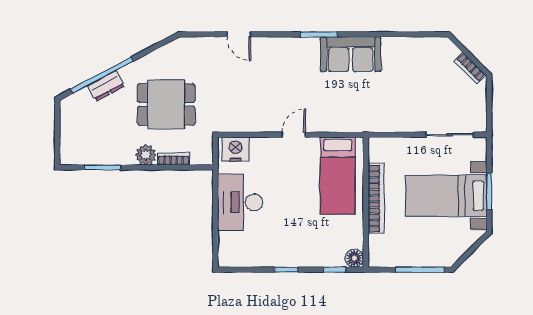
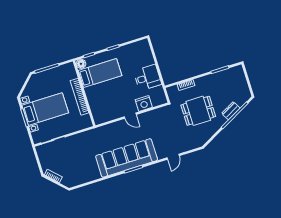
door: (239, 34) -> (173, 157), swing flipped
sofa: (351, 54) -> (127, 158), width x1.85, depth x1.27
door: (294, 135) -> (130, 116), hinge flipped
nightstand: (235, 149) -> (144, 104), moved
plant: (146, 155) -> (200, 83), removed
bed: (338, 176) -> (100, 73), moved, turned 90
desk: (240, 202) -> (148, 78), width x0.73

